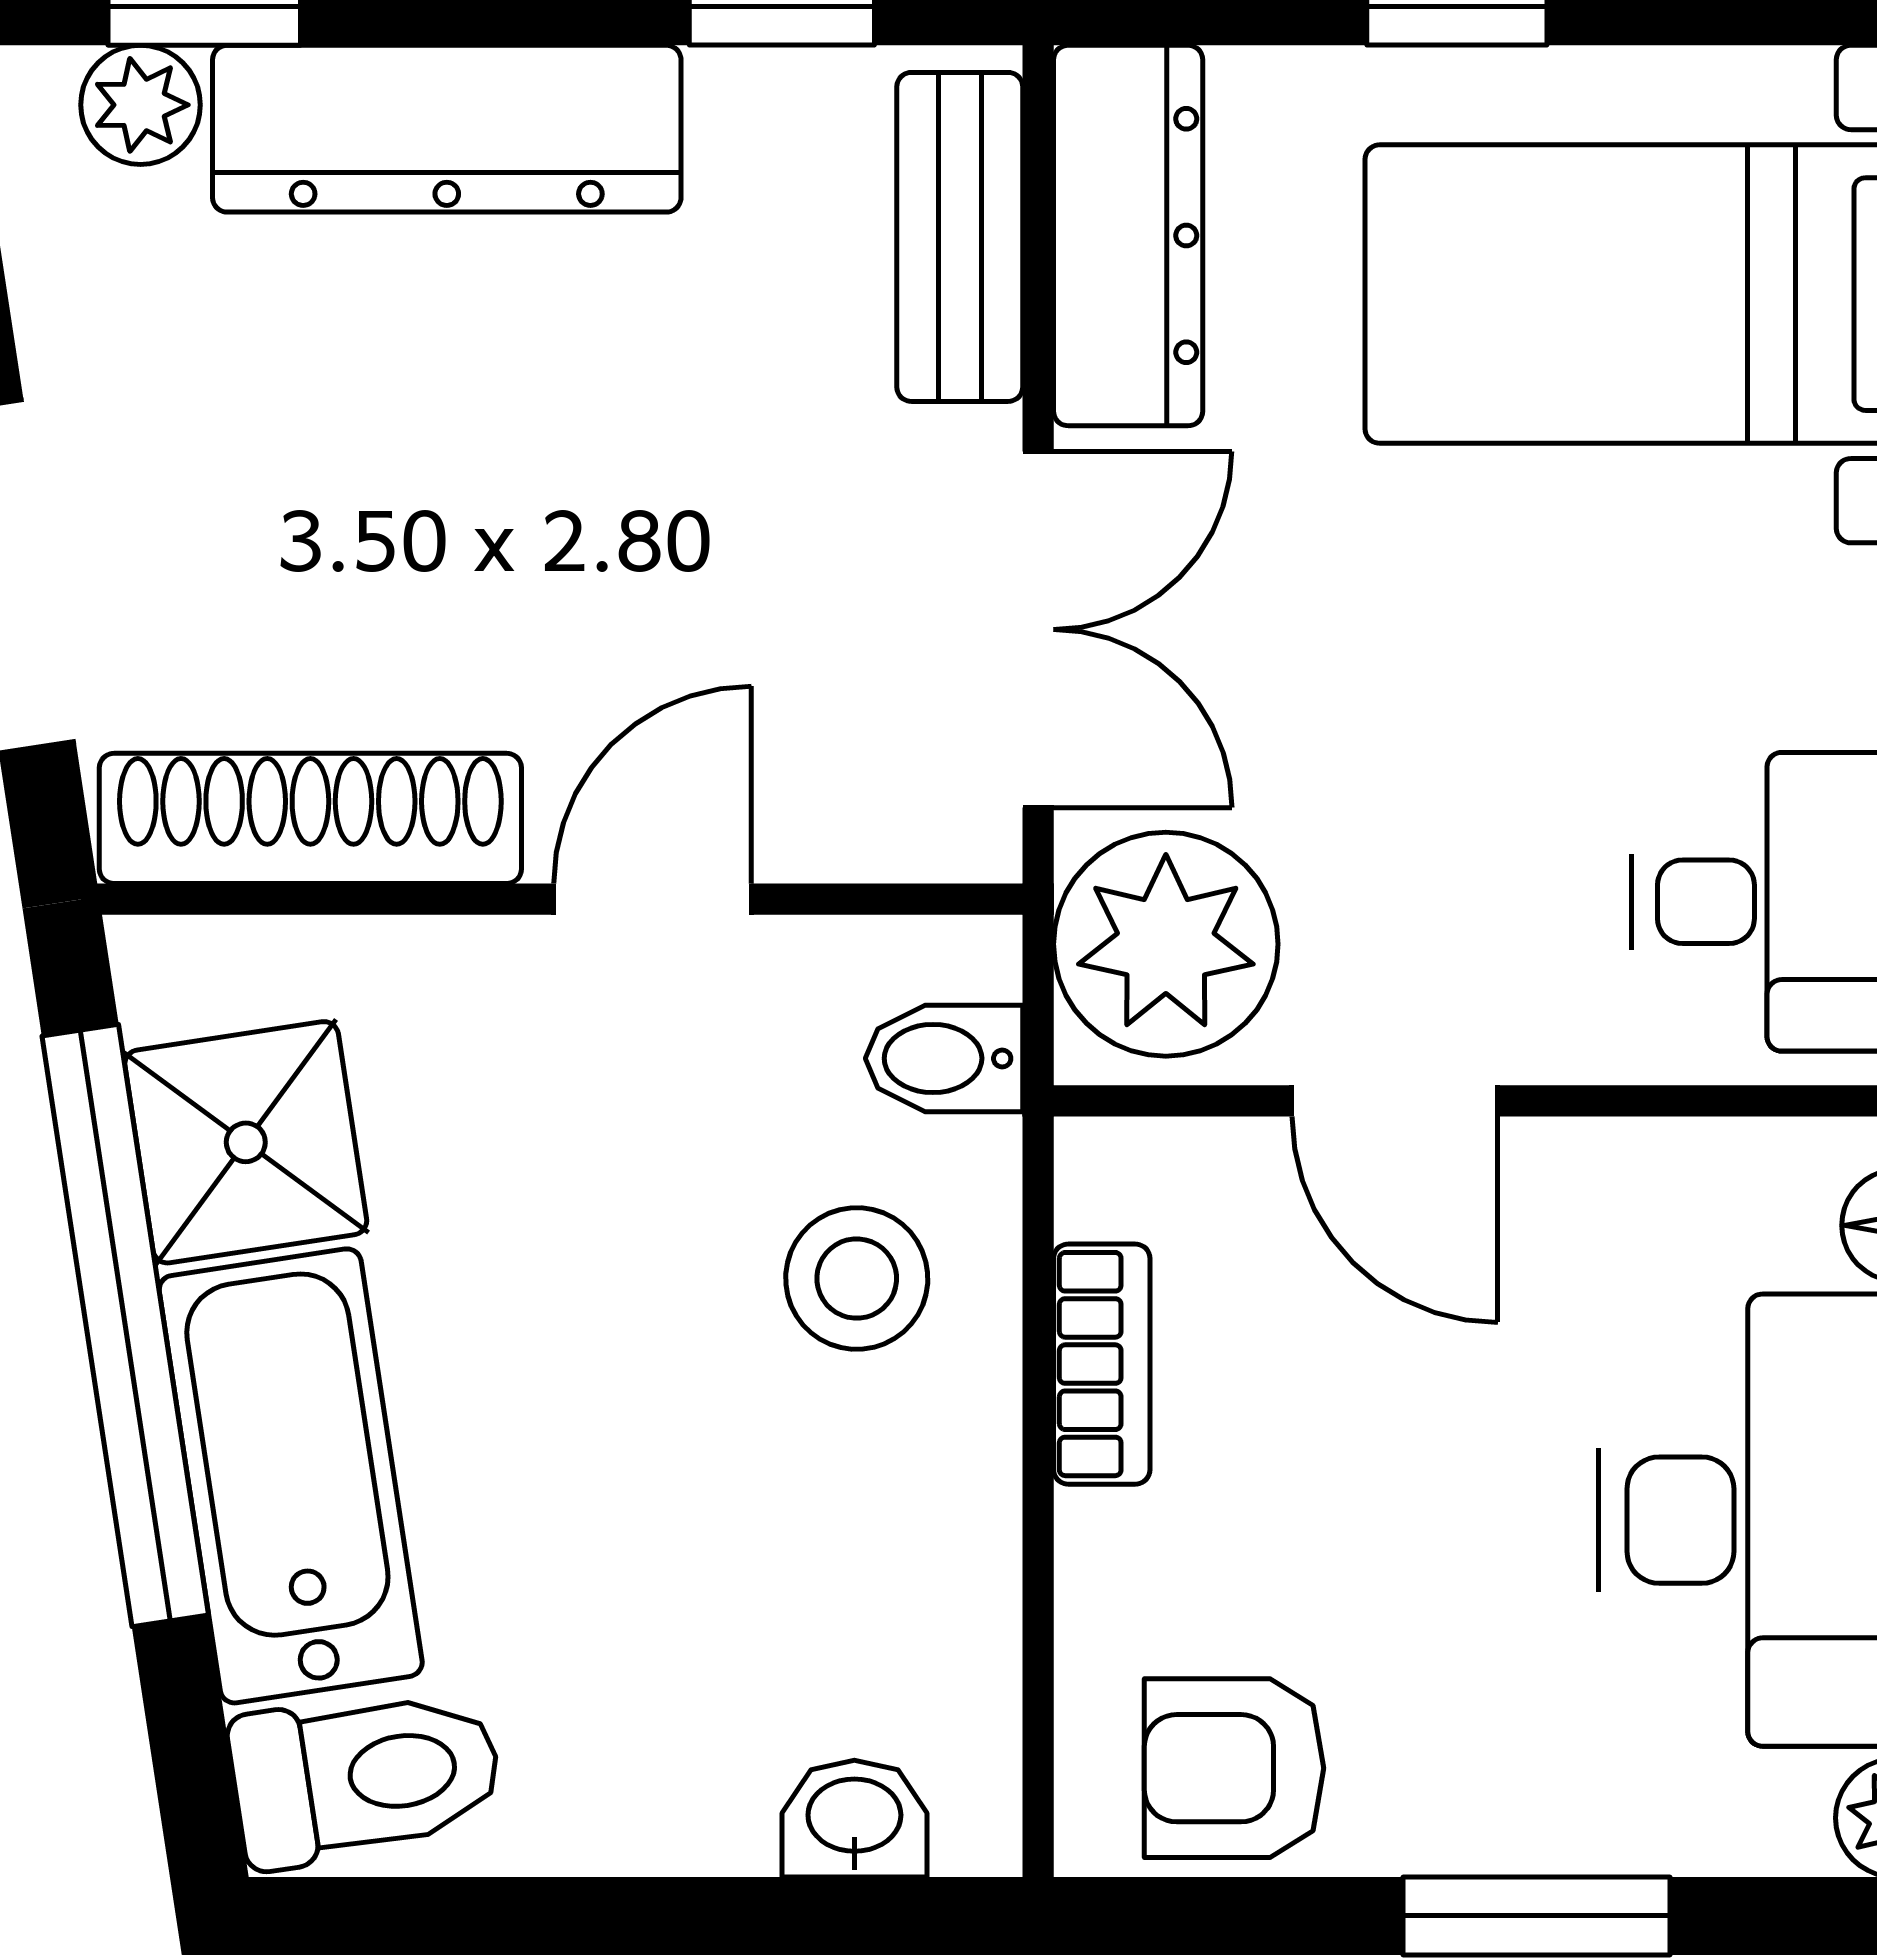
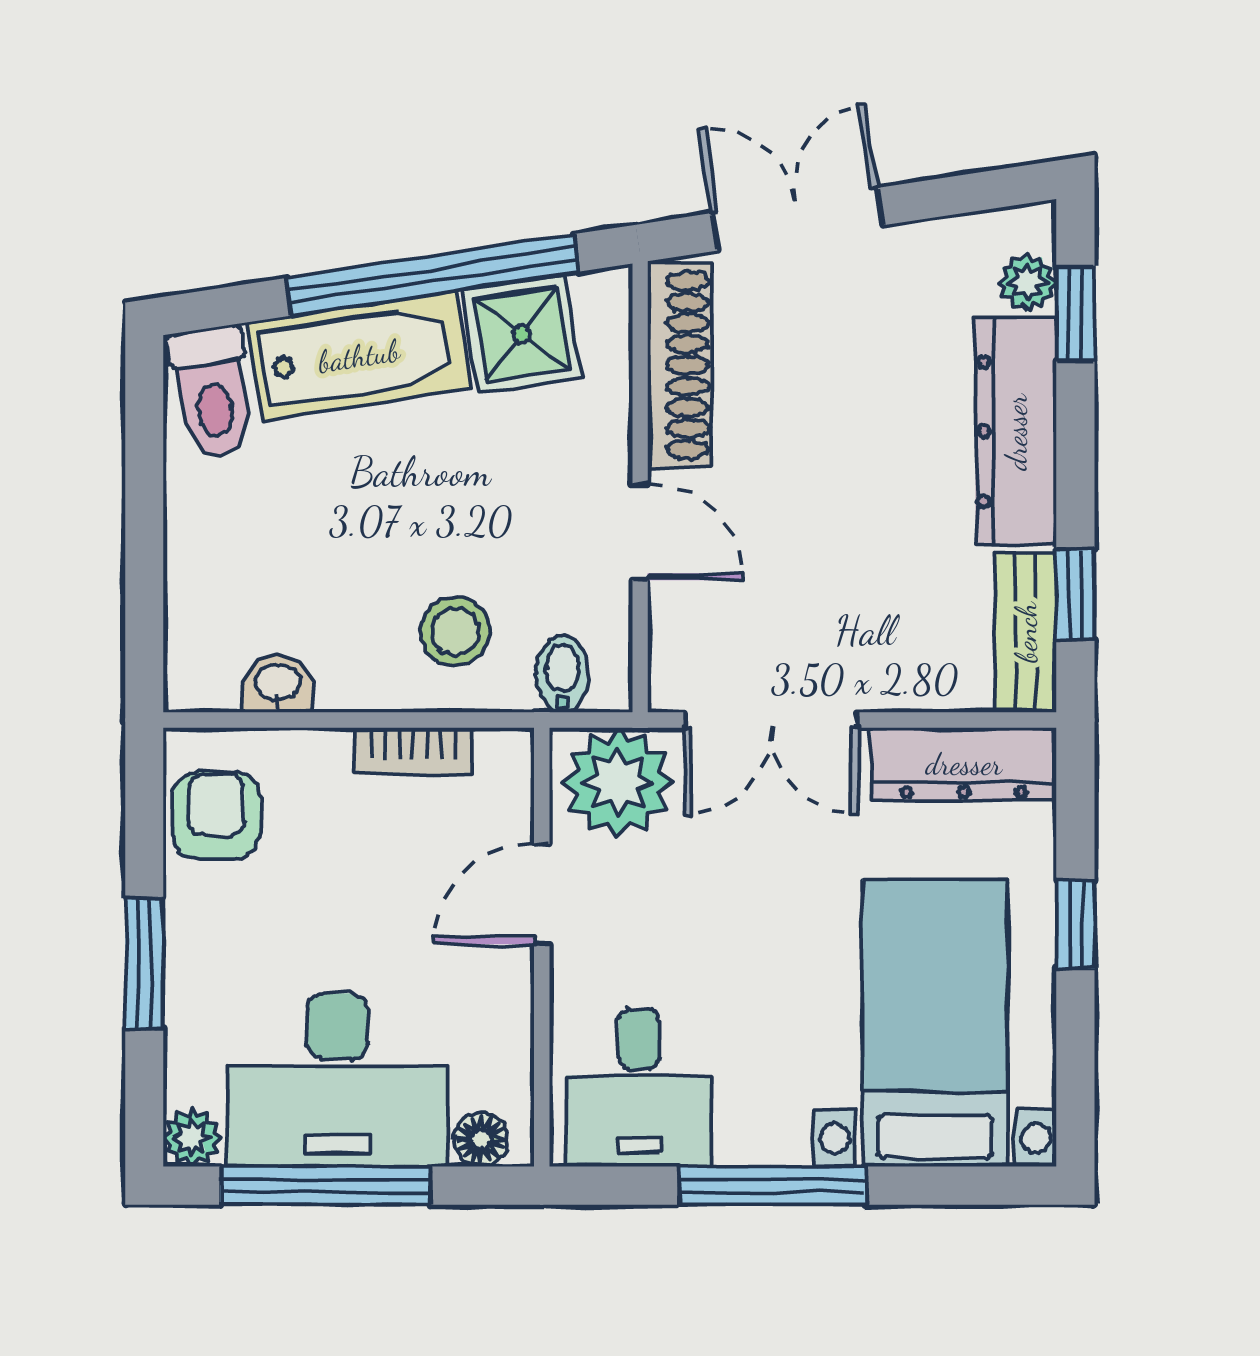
bench: (960, 237) -> (1026, 632), moved, turned 90
washbasin: (854, 1819) -> (278, 684), moved, turned -90

